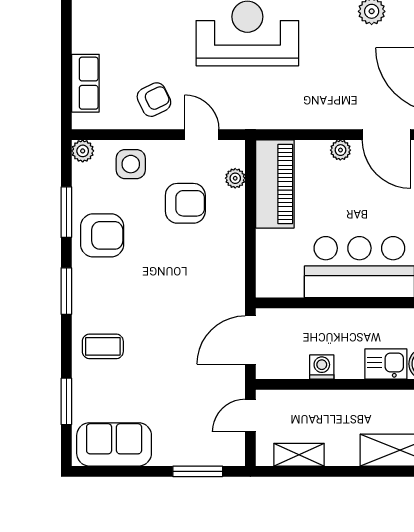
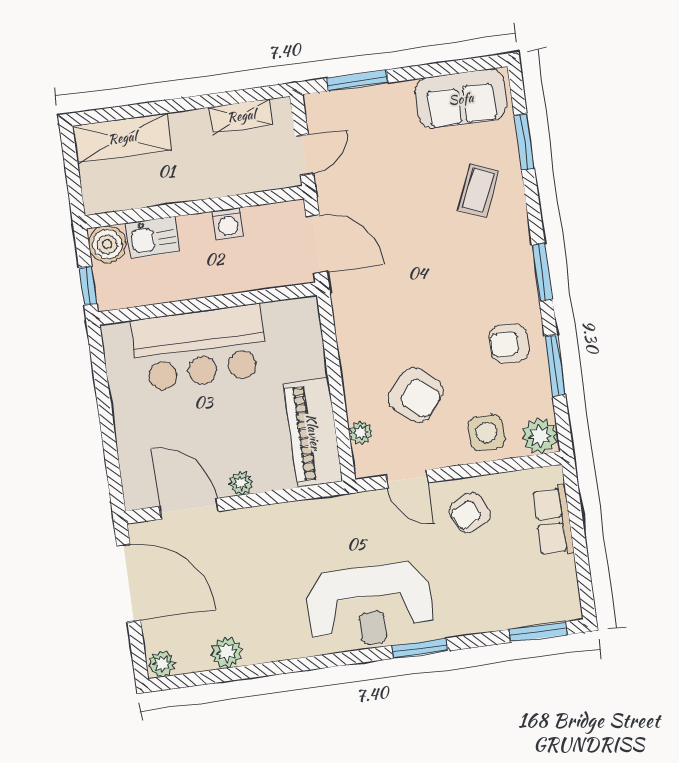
plant: (83, 151) -> (540, 436), width x1.38, depth x1.38
armchair: (185, 203) -> (416, 395), turned -141
armchair: (102, 235) -> (509, 344), width x0.72, depth x0.72
door: (250, 340) -> (317, 244), hinge flipped
coffee table: (103, 346) -> (478, 190), moved, turned -67

